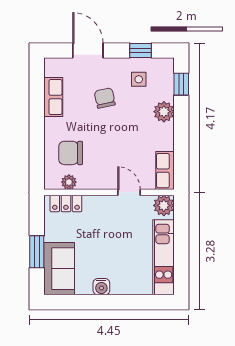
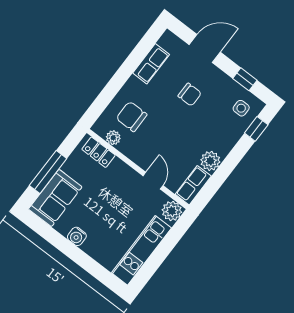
door: (88, 50) -> (205, 48), hinge flipped
side table: (139, 79) -> (241, 108), moved
chair: (105, 98) -> (190, 95), turned 102
plant: (164, 112) -> (210, 161), moved
window: (37, 252) -> (48, 172), width x1.44

